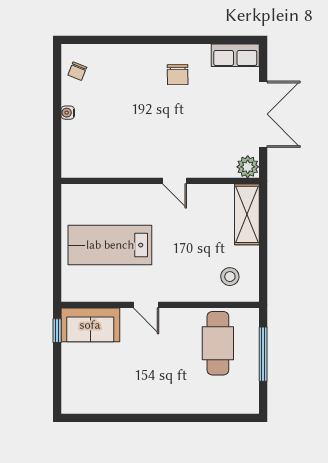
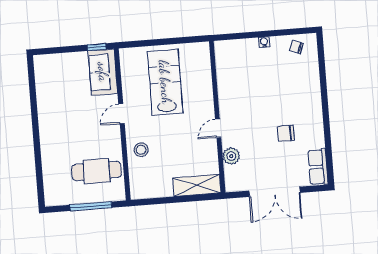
chair: (178, 75) -> (286, 133), moved
plant: (248, 167) -> (231, 156), moved
stool: (230, 277) -> (141, 150), moved

